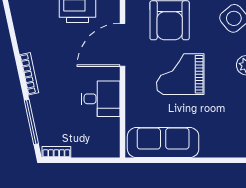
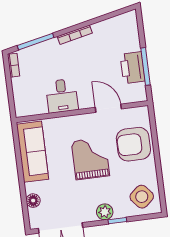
door: (123, 45) -> (108, 108), width x0.73
floor lamp: (222, 149) -> (33, 201), added

